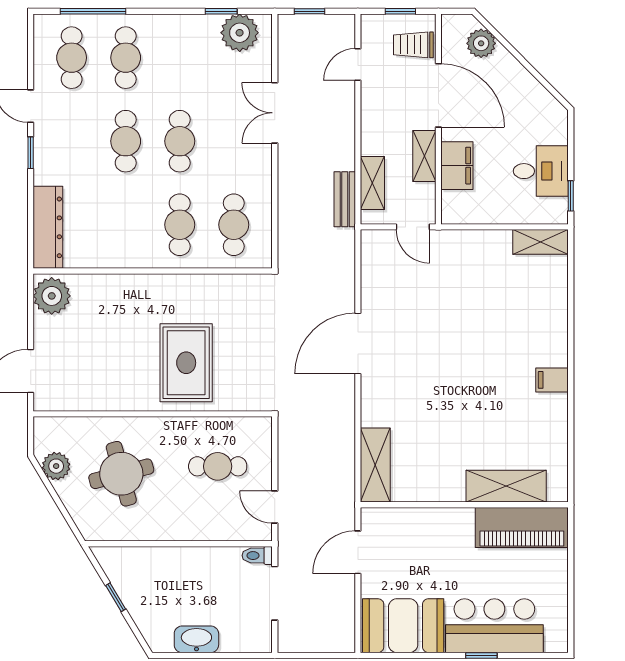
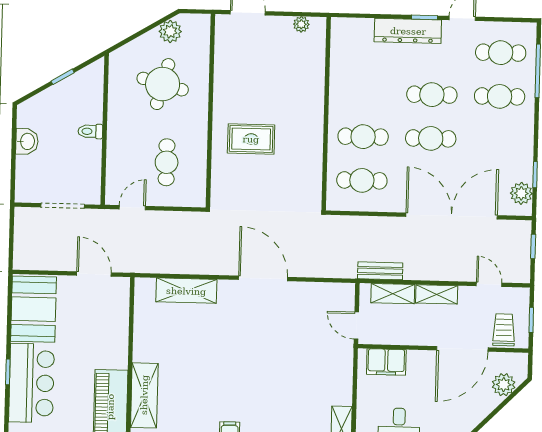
plant: (240, 33) -> (521, 193), width x0.73, depth x0.73
double door: (275, 113) -> (452, 216), width x1.87
shelving: (424, 156) -> (437, 294), moved
filing cabinet: (457, 166) -> (386, 362), moved
dresser: (48, 227) -> (408, 31), moved
door: (413, 227) -> (356, 326), hinge flipped
plant: (52, 296) -> (301, 24), width x0.53, depth x0.53
rug: (186, 363) -> (251, 139), width x0.73, depth x0.70
shelving: (375, 465) -> (186, 291), moved
round table: (121, 474) -> (163, 84), turned 30
toilet: (257, 556) -> (90, 131), moved, turned -90
washbasin: (196, 639) -> (27, 141), width x0.72

